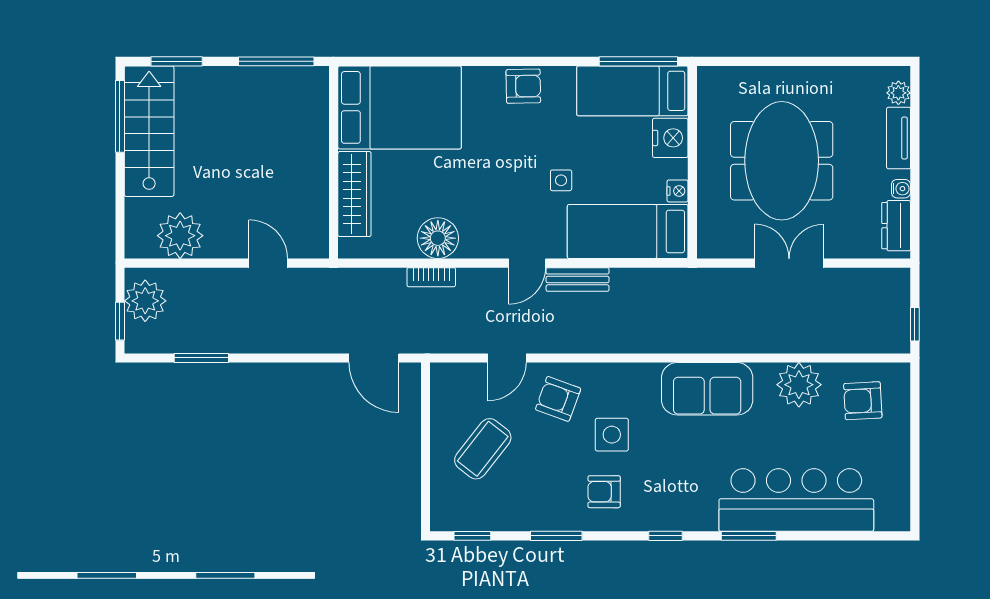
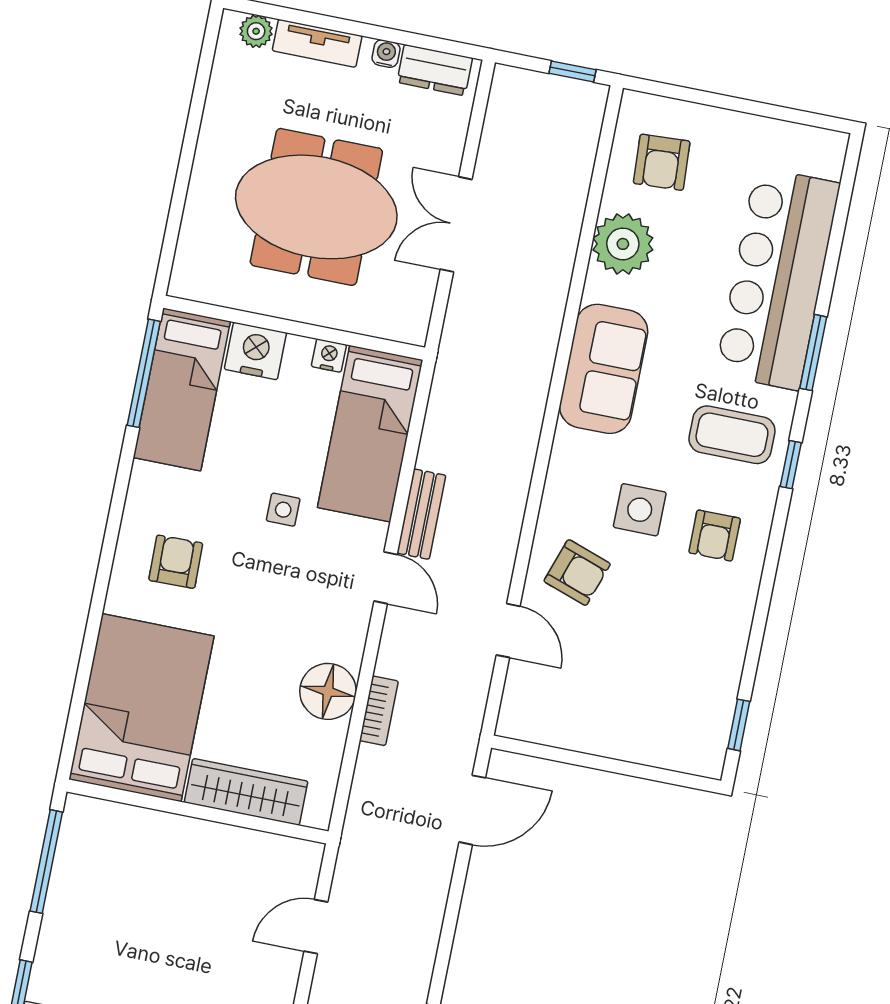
armchair: (523, 86) -> (176, 562), moved
armchair: (558, 399) -> (577, 573), turned -91
coffee table: (483, 449) -> (732, 435), moved, turned -38
window: (556, 536) -> (761, 612), removed

